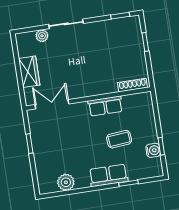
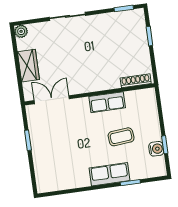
plant: (42, 36) -> (21, 31), moved
plant: (66, 182) -> (65, 181), removed

